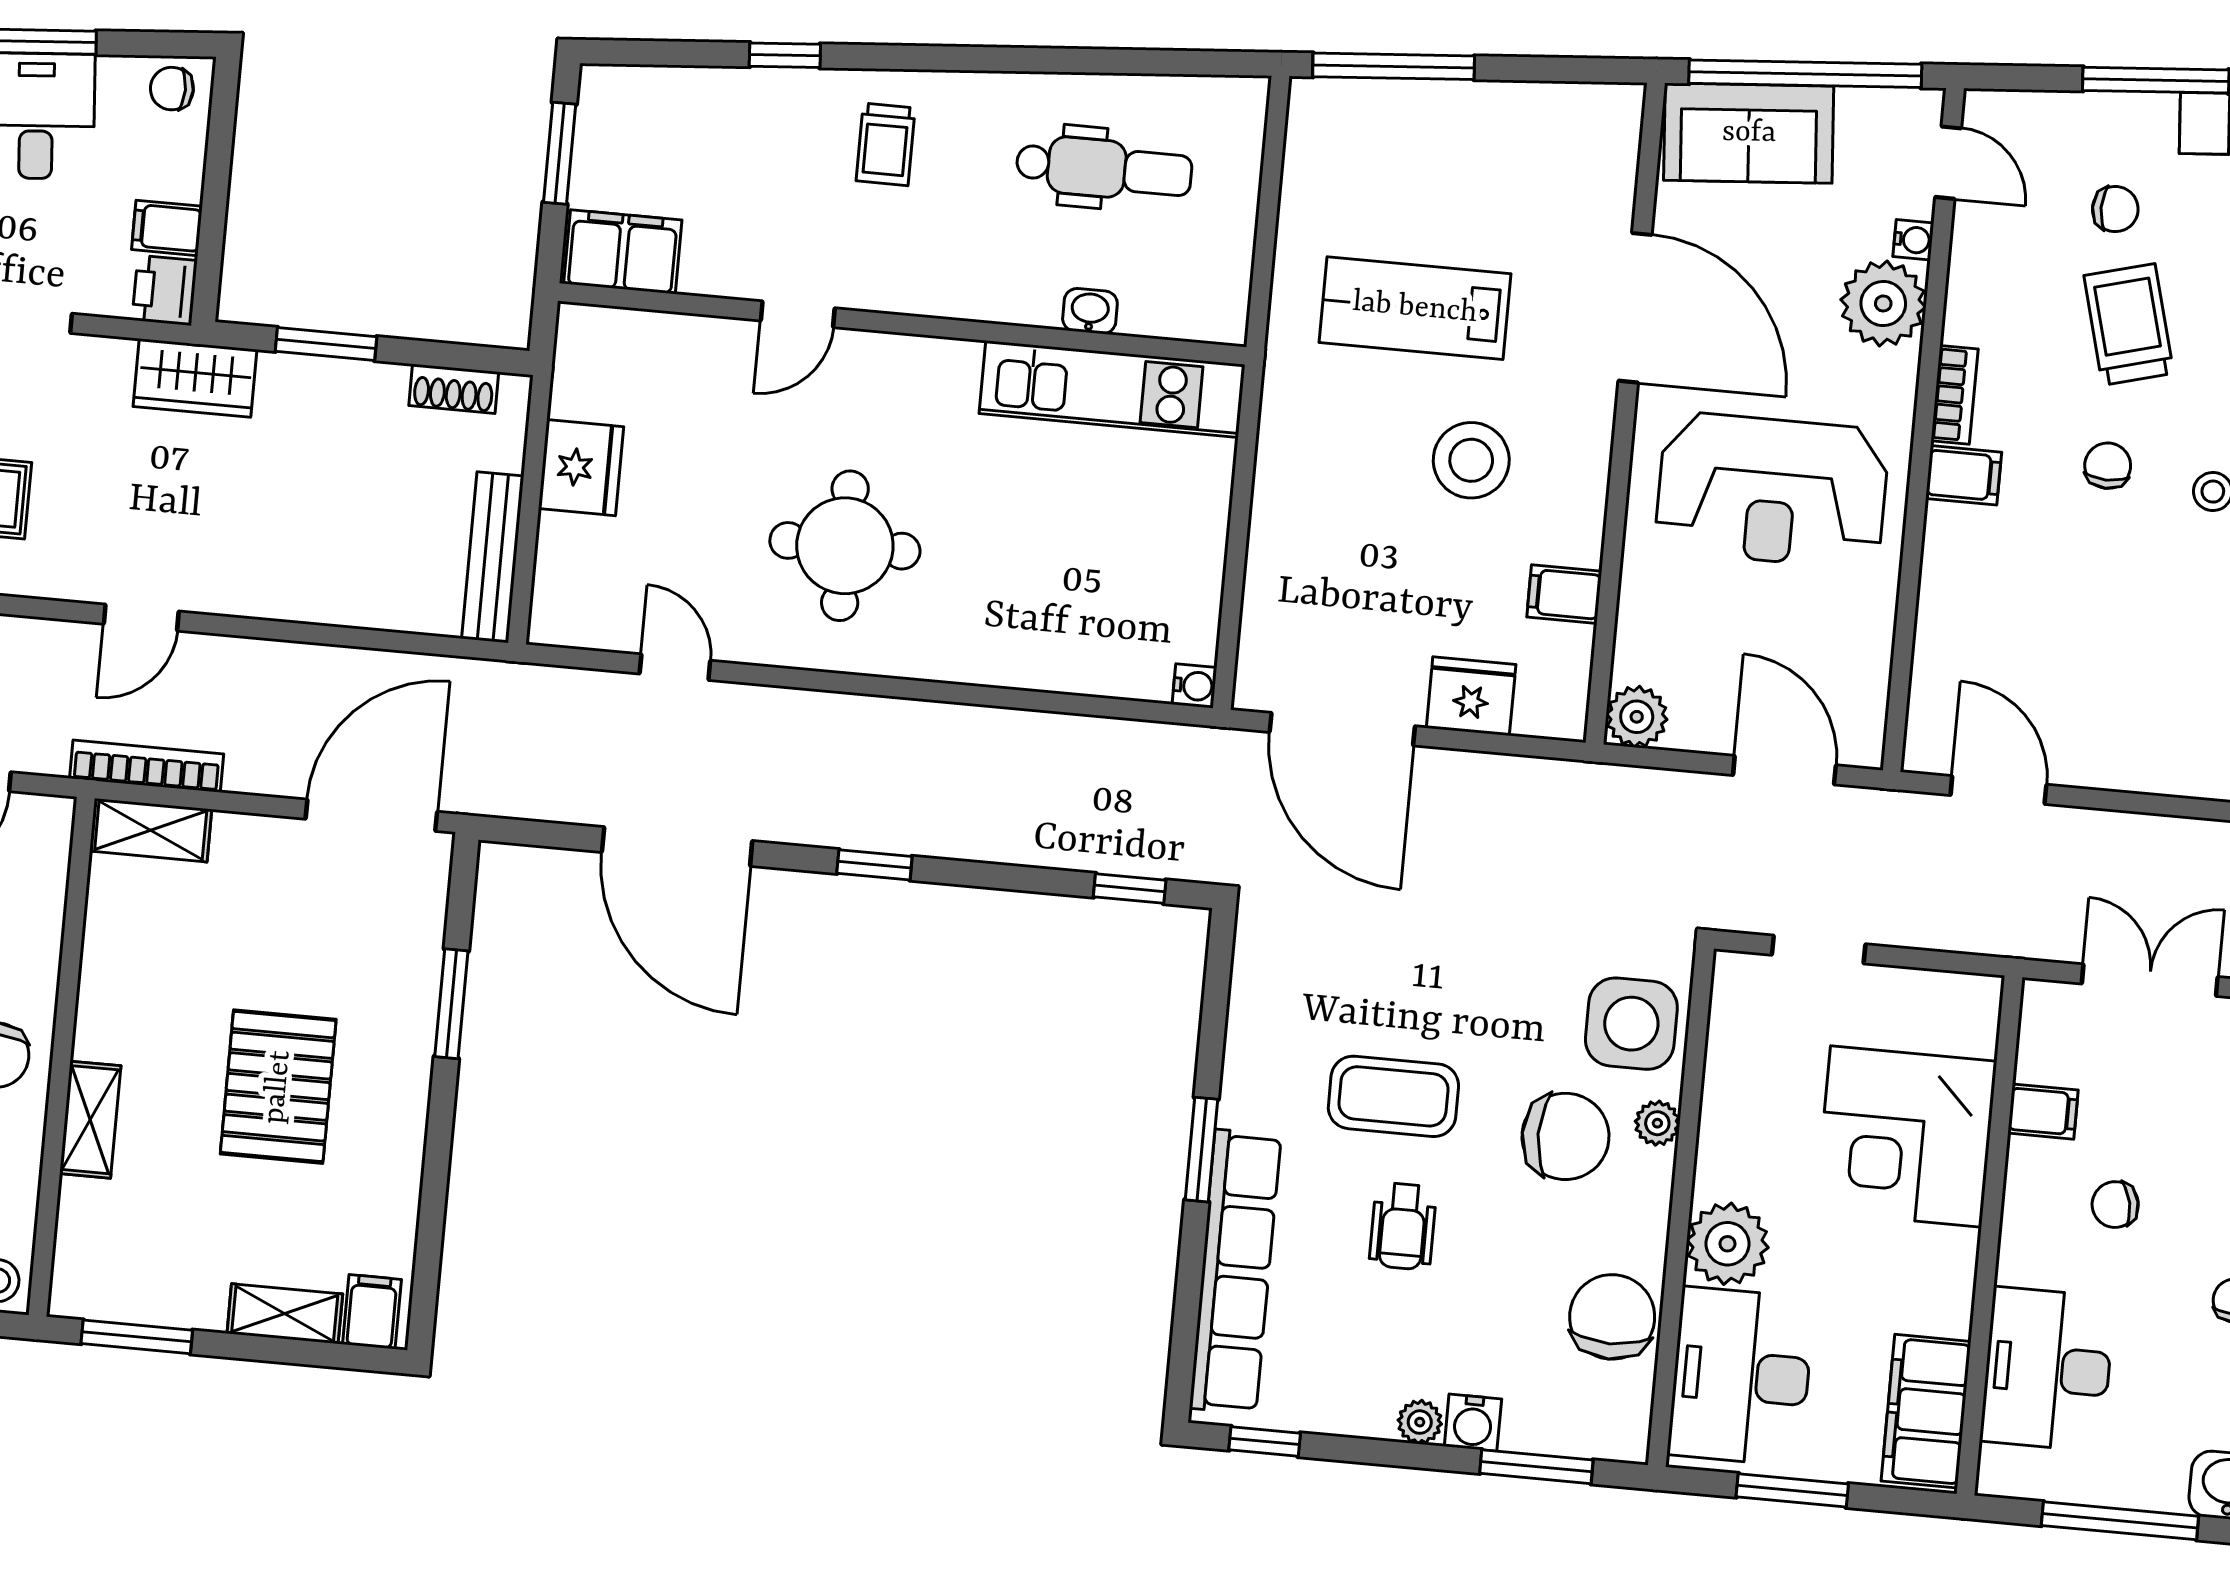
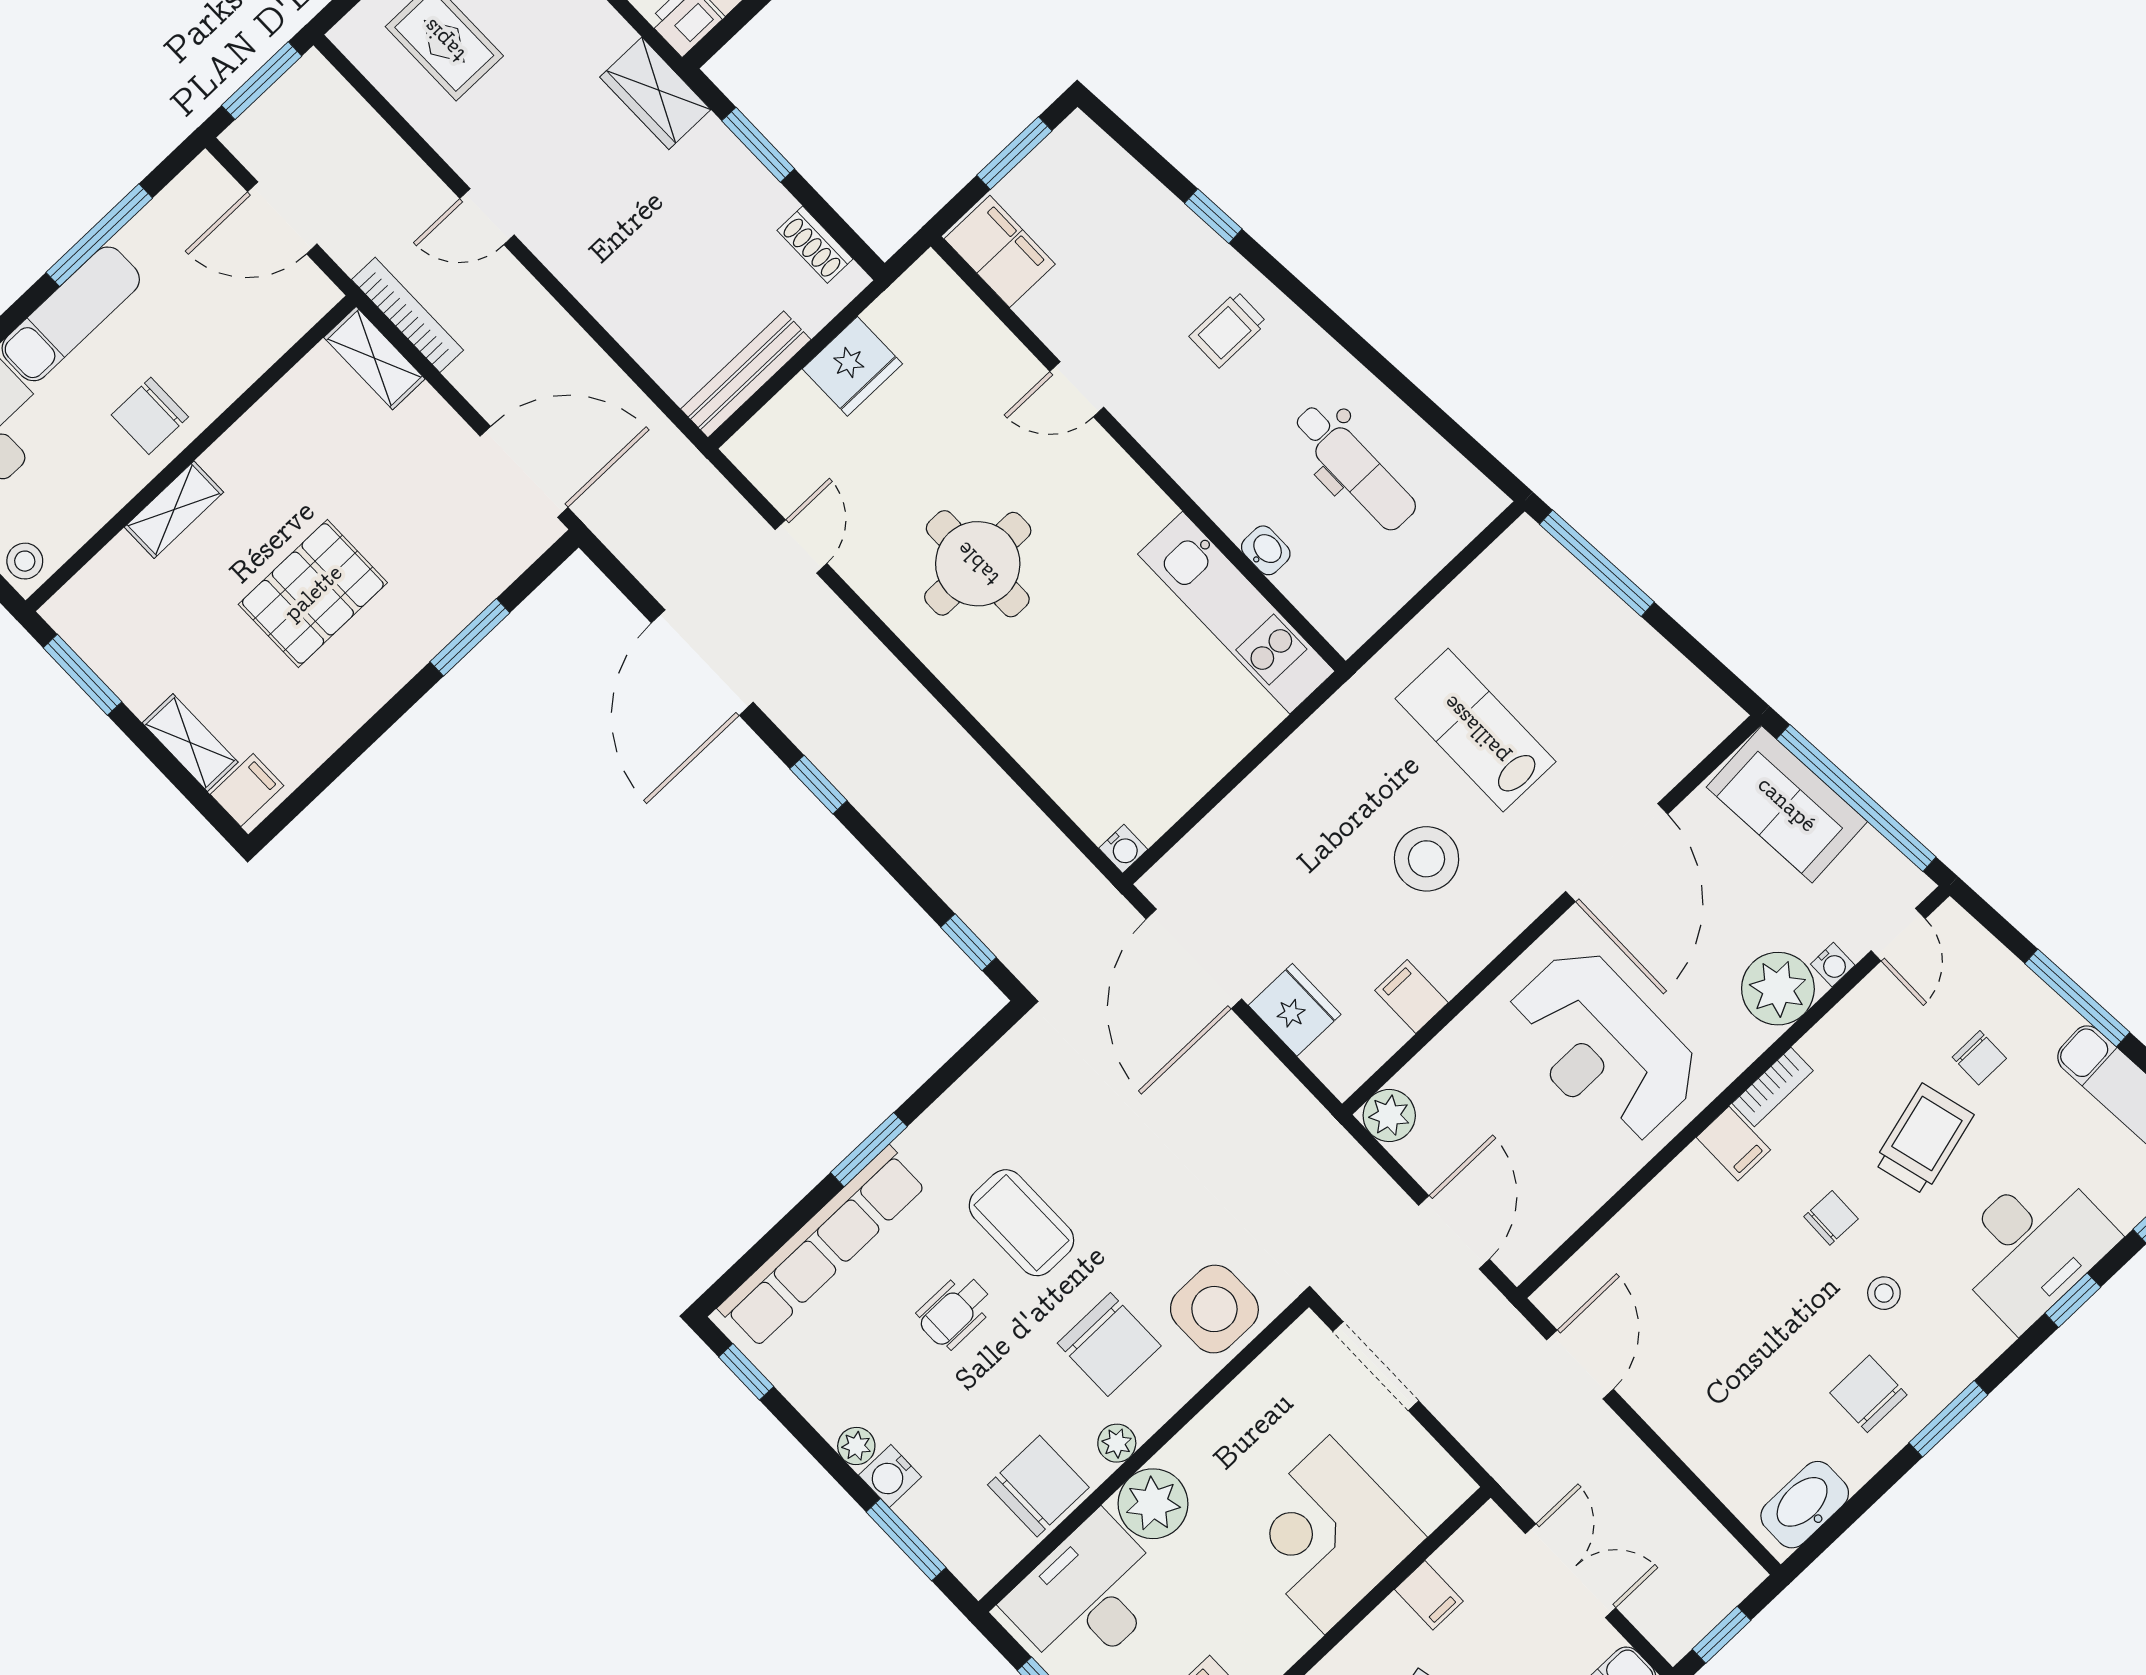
doorway: (1819, 949) -> (1376, 1366), width x1.38
plant: (1657, 1123) -> (1117, 1443), moved

